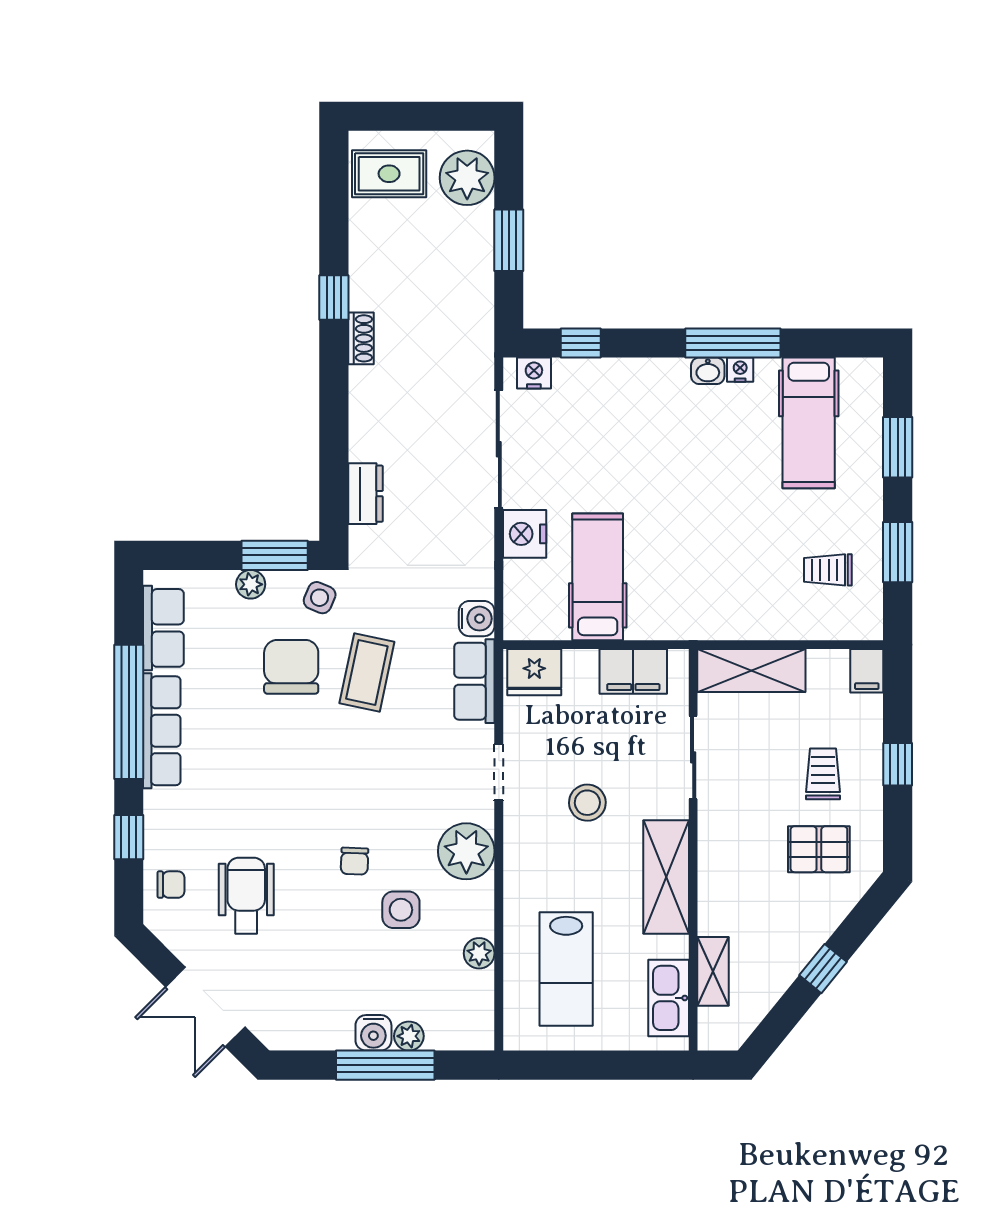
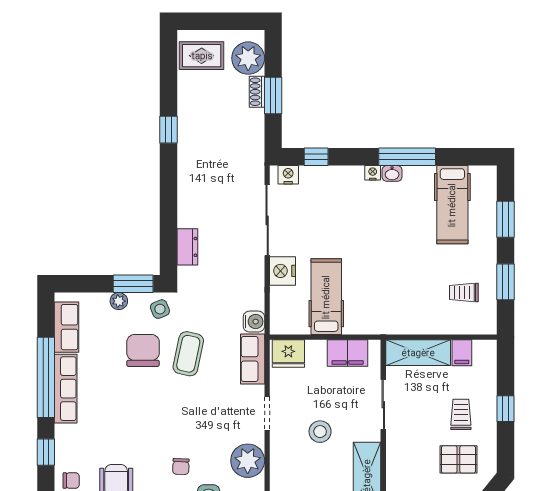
shoe rack: (361, 338) -> (257, 92), moved, turned 180
nightstand: (740, 370) -> (373, 173), moved
side table: (320, 598) -> (160, 309), turned 45
filing cabinet: (867, 671) -> (462, 353), moved

